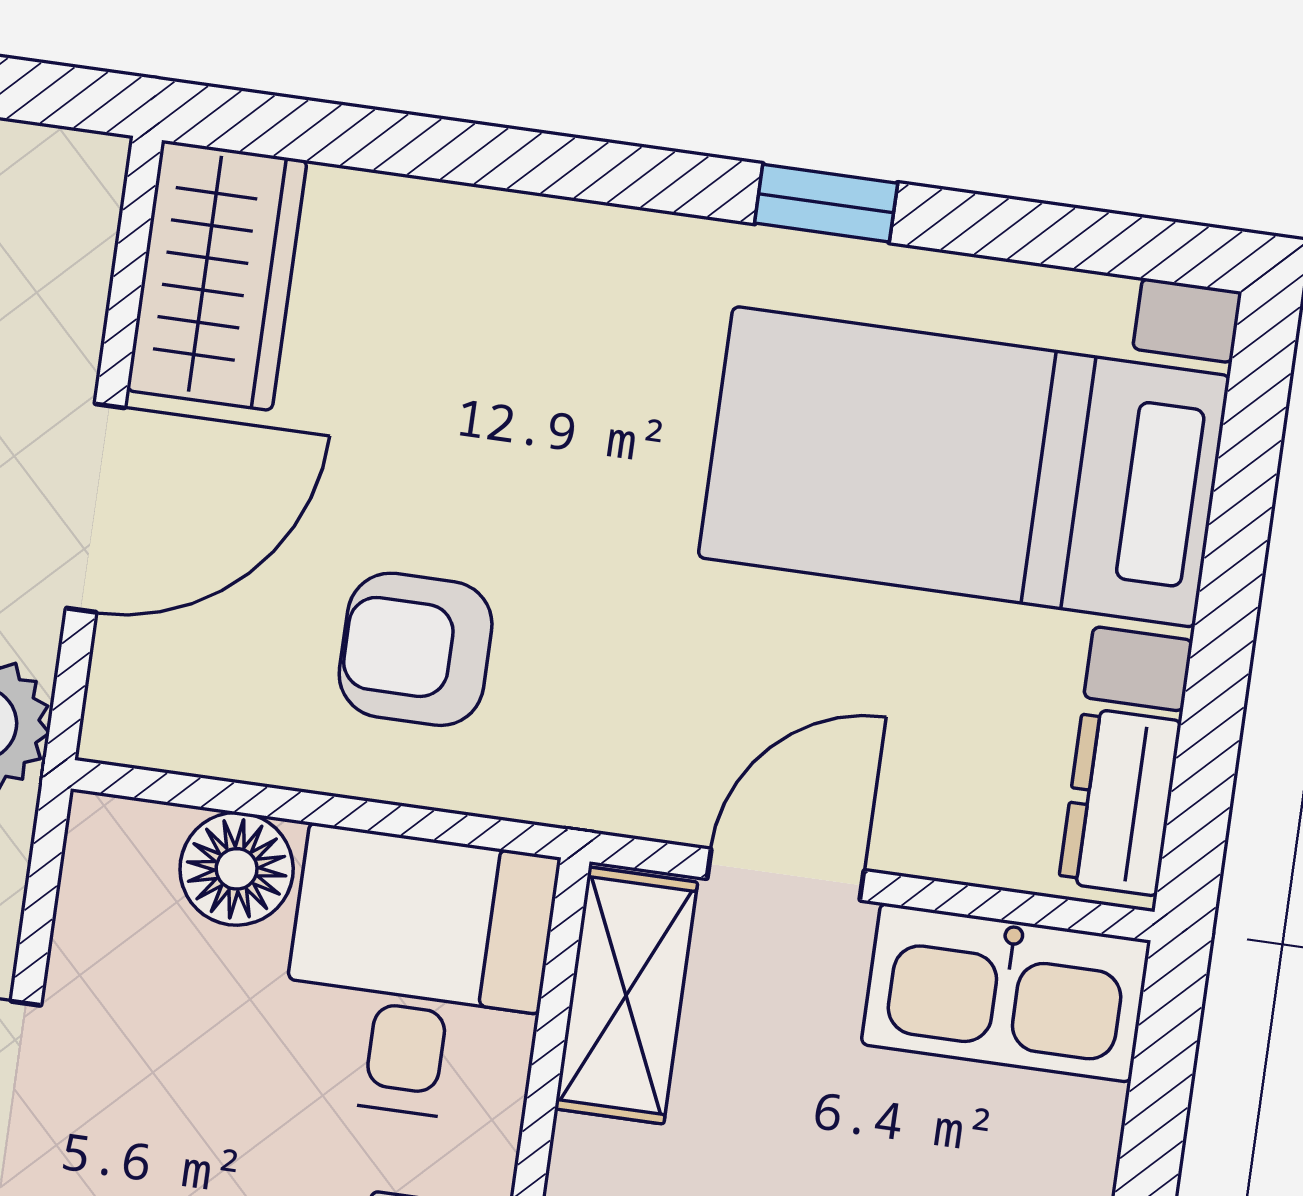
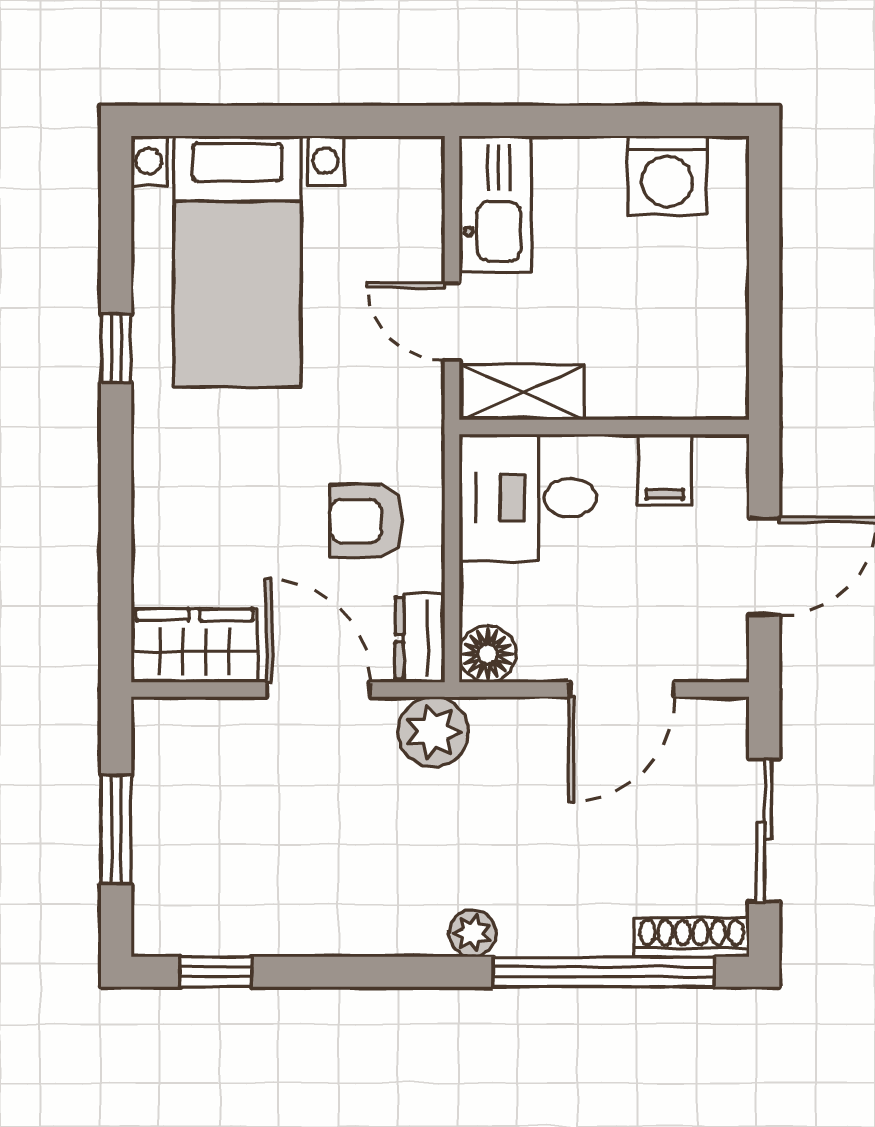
armchair: (416, 649) -> (366, 521), turned 90
dresser: (1120, 802) -> (420, 638), moved, turned 90
floor lamp: (237, 869) -> (488, 654), moved

